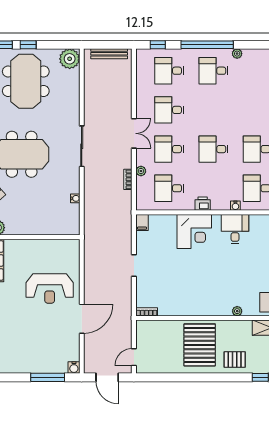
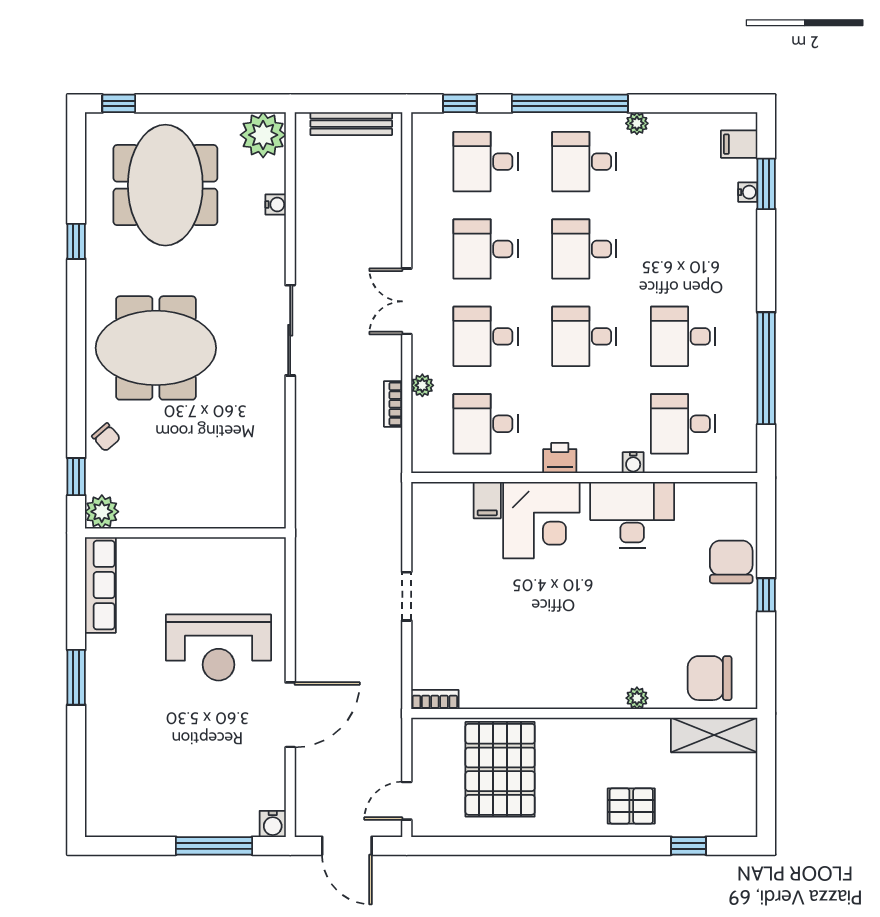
window: (28, 45) -> (171, 103), removed
desk: (214, 110) -> (584, 249), added
double door: (134, 133) -> (407, 301), swing flipped
water cooler: (75, 198) -> (276, 204), moved
filing cabinet: (142, 222) -> (487, 500), moved
desk: (235, 229) -> (632, 515), width x1.37
pallet: (200, 345) -> (500, 769), moved

